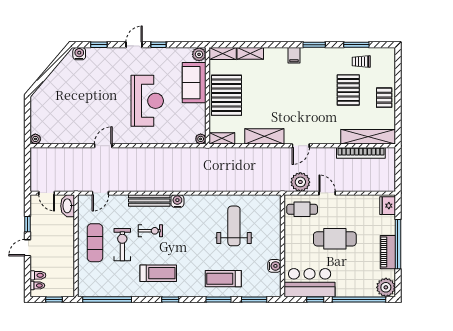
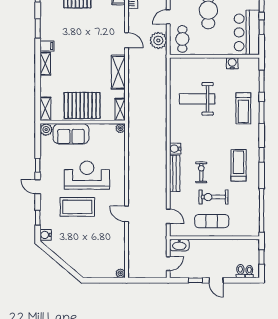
shelving: (250, 53) -> (45, 64), moved
coffee table: (111, 90) -> (77, 207), added

